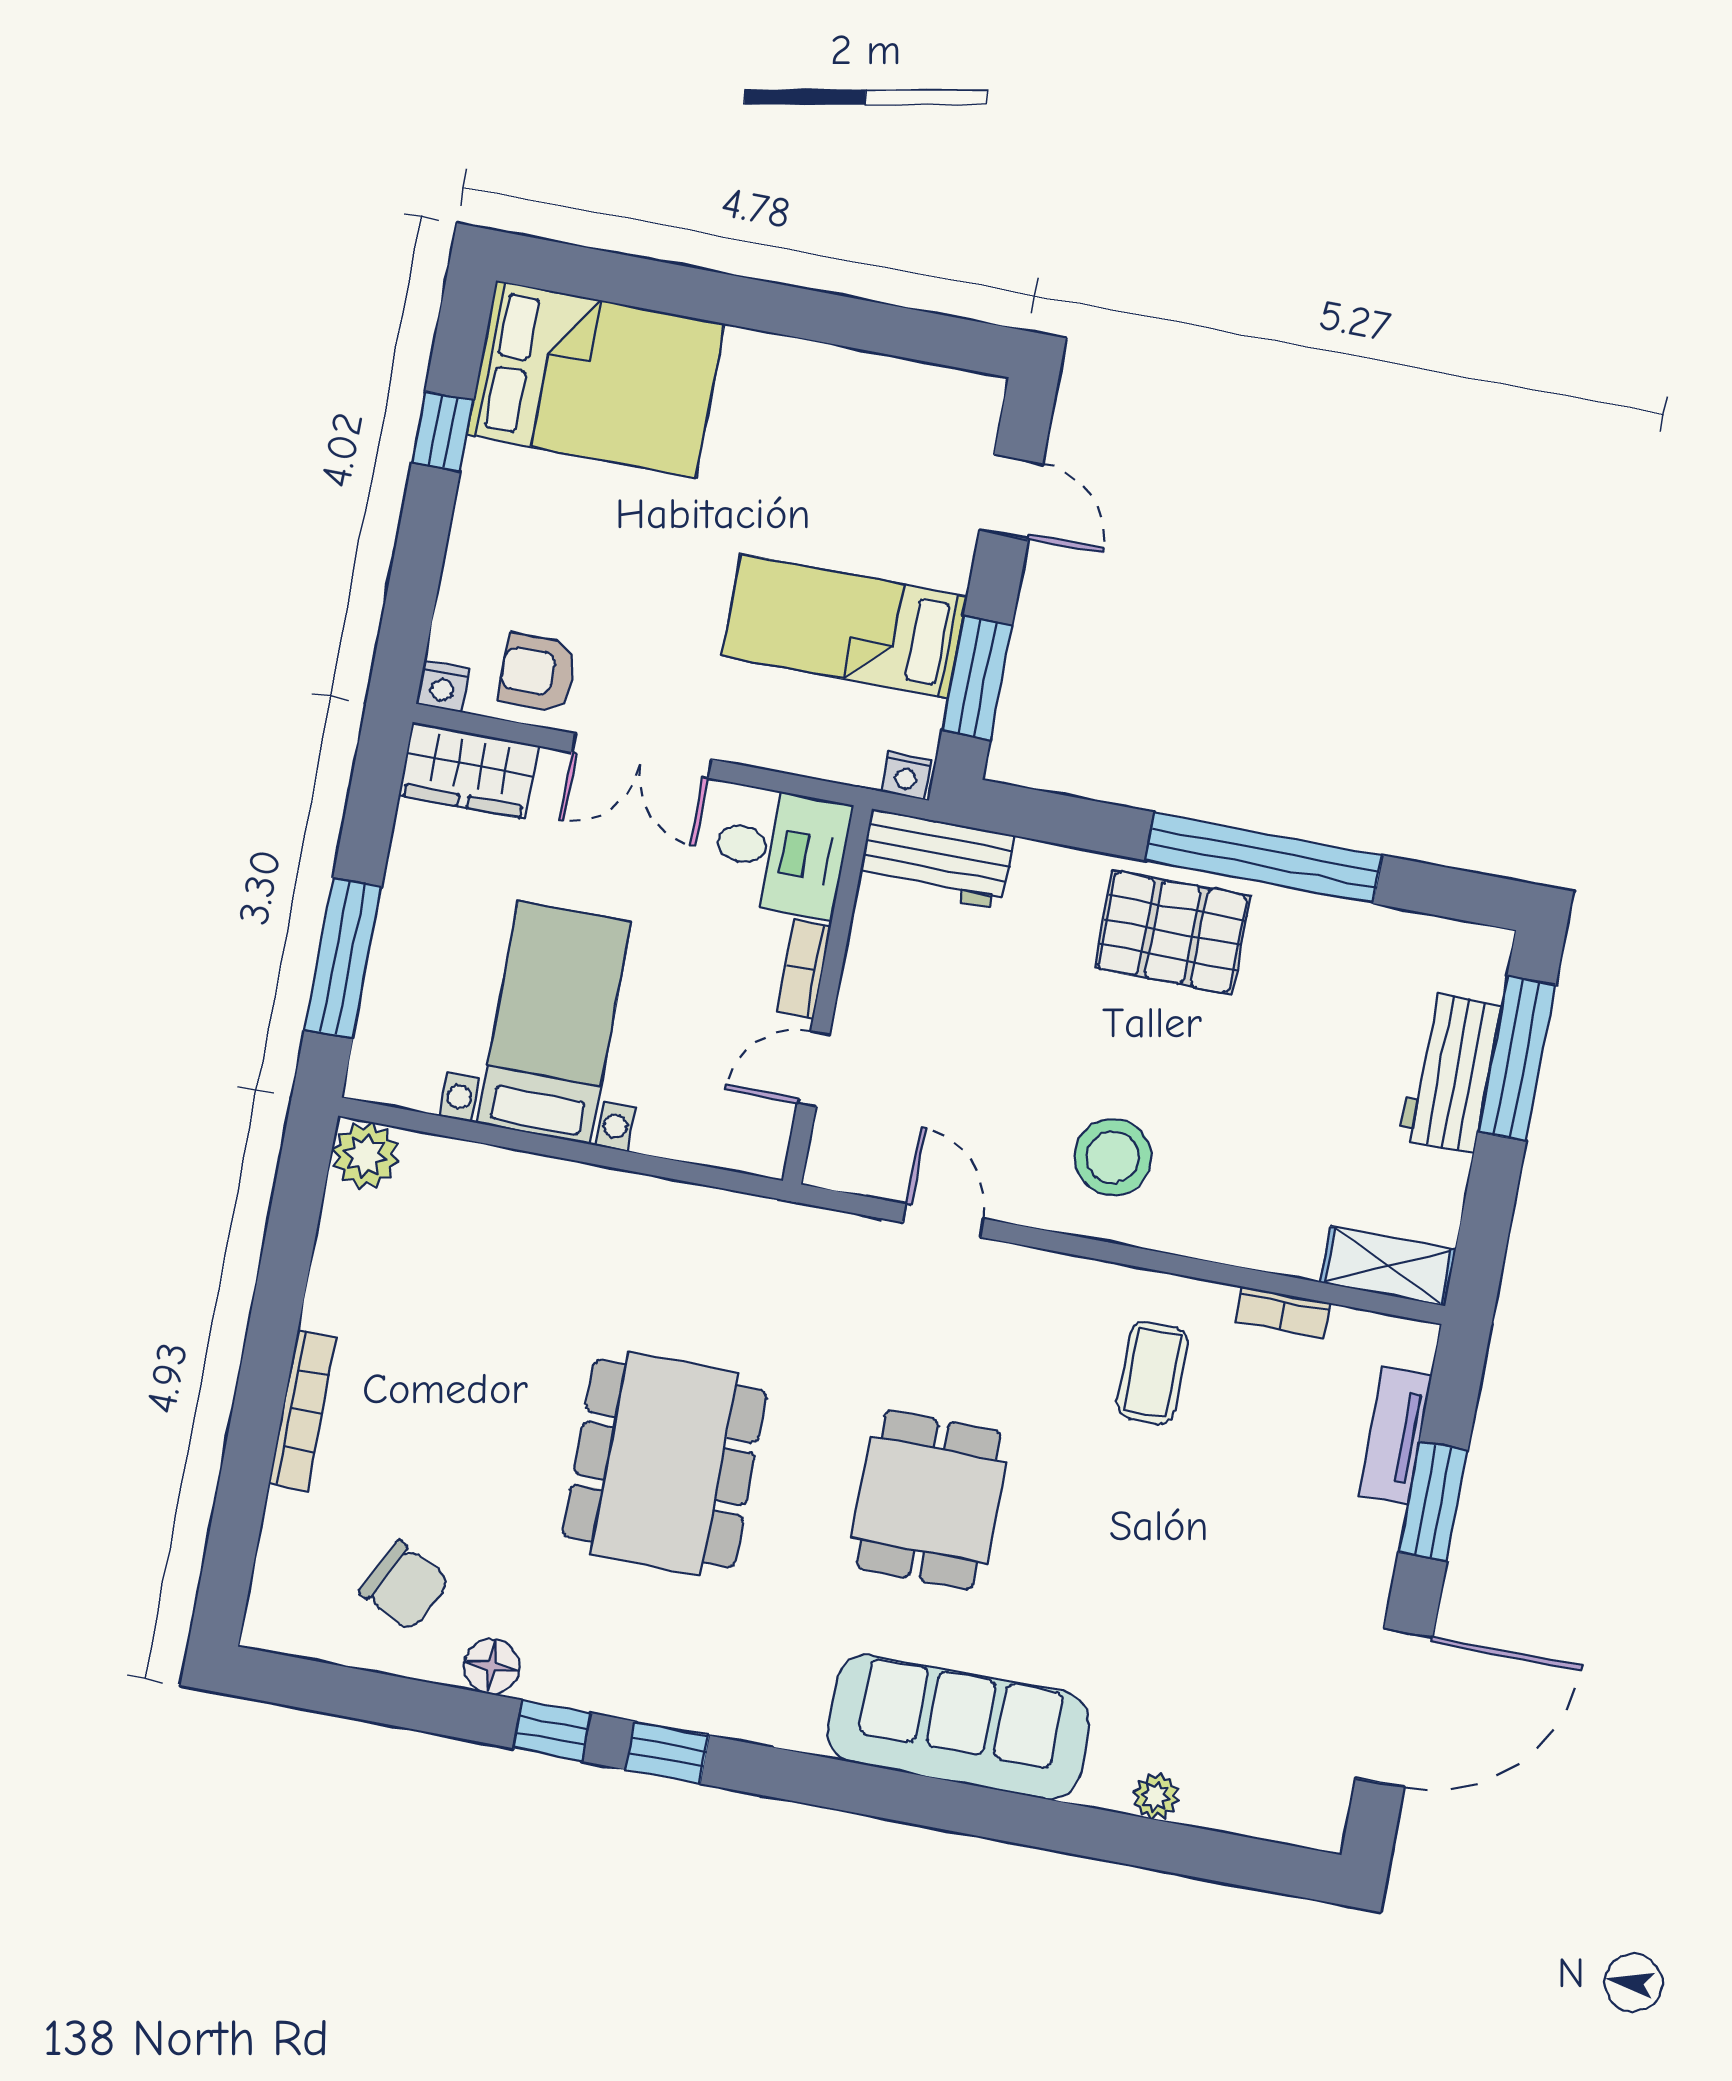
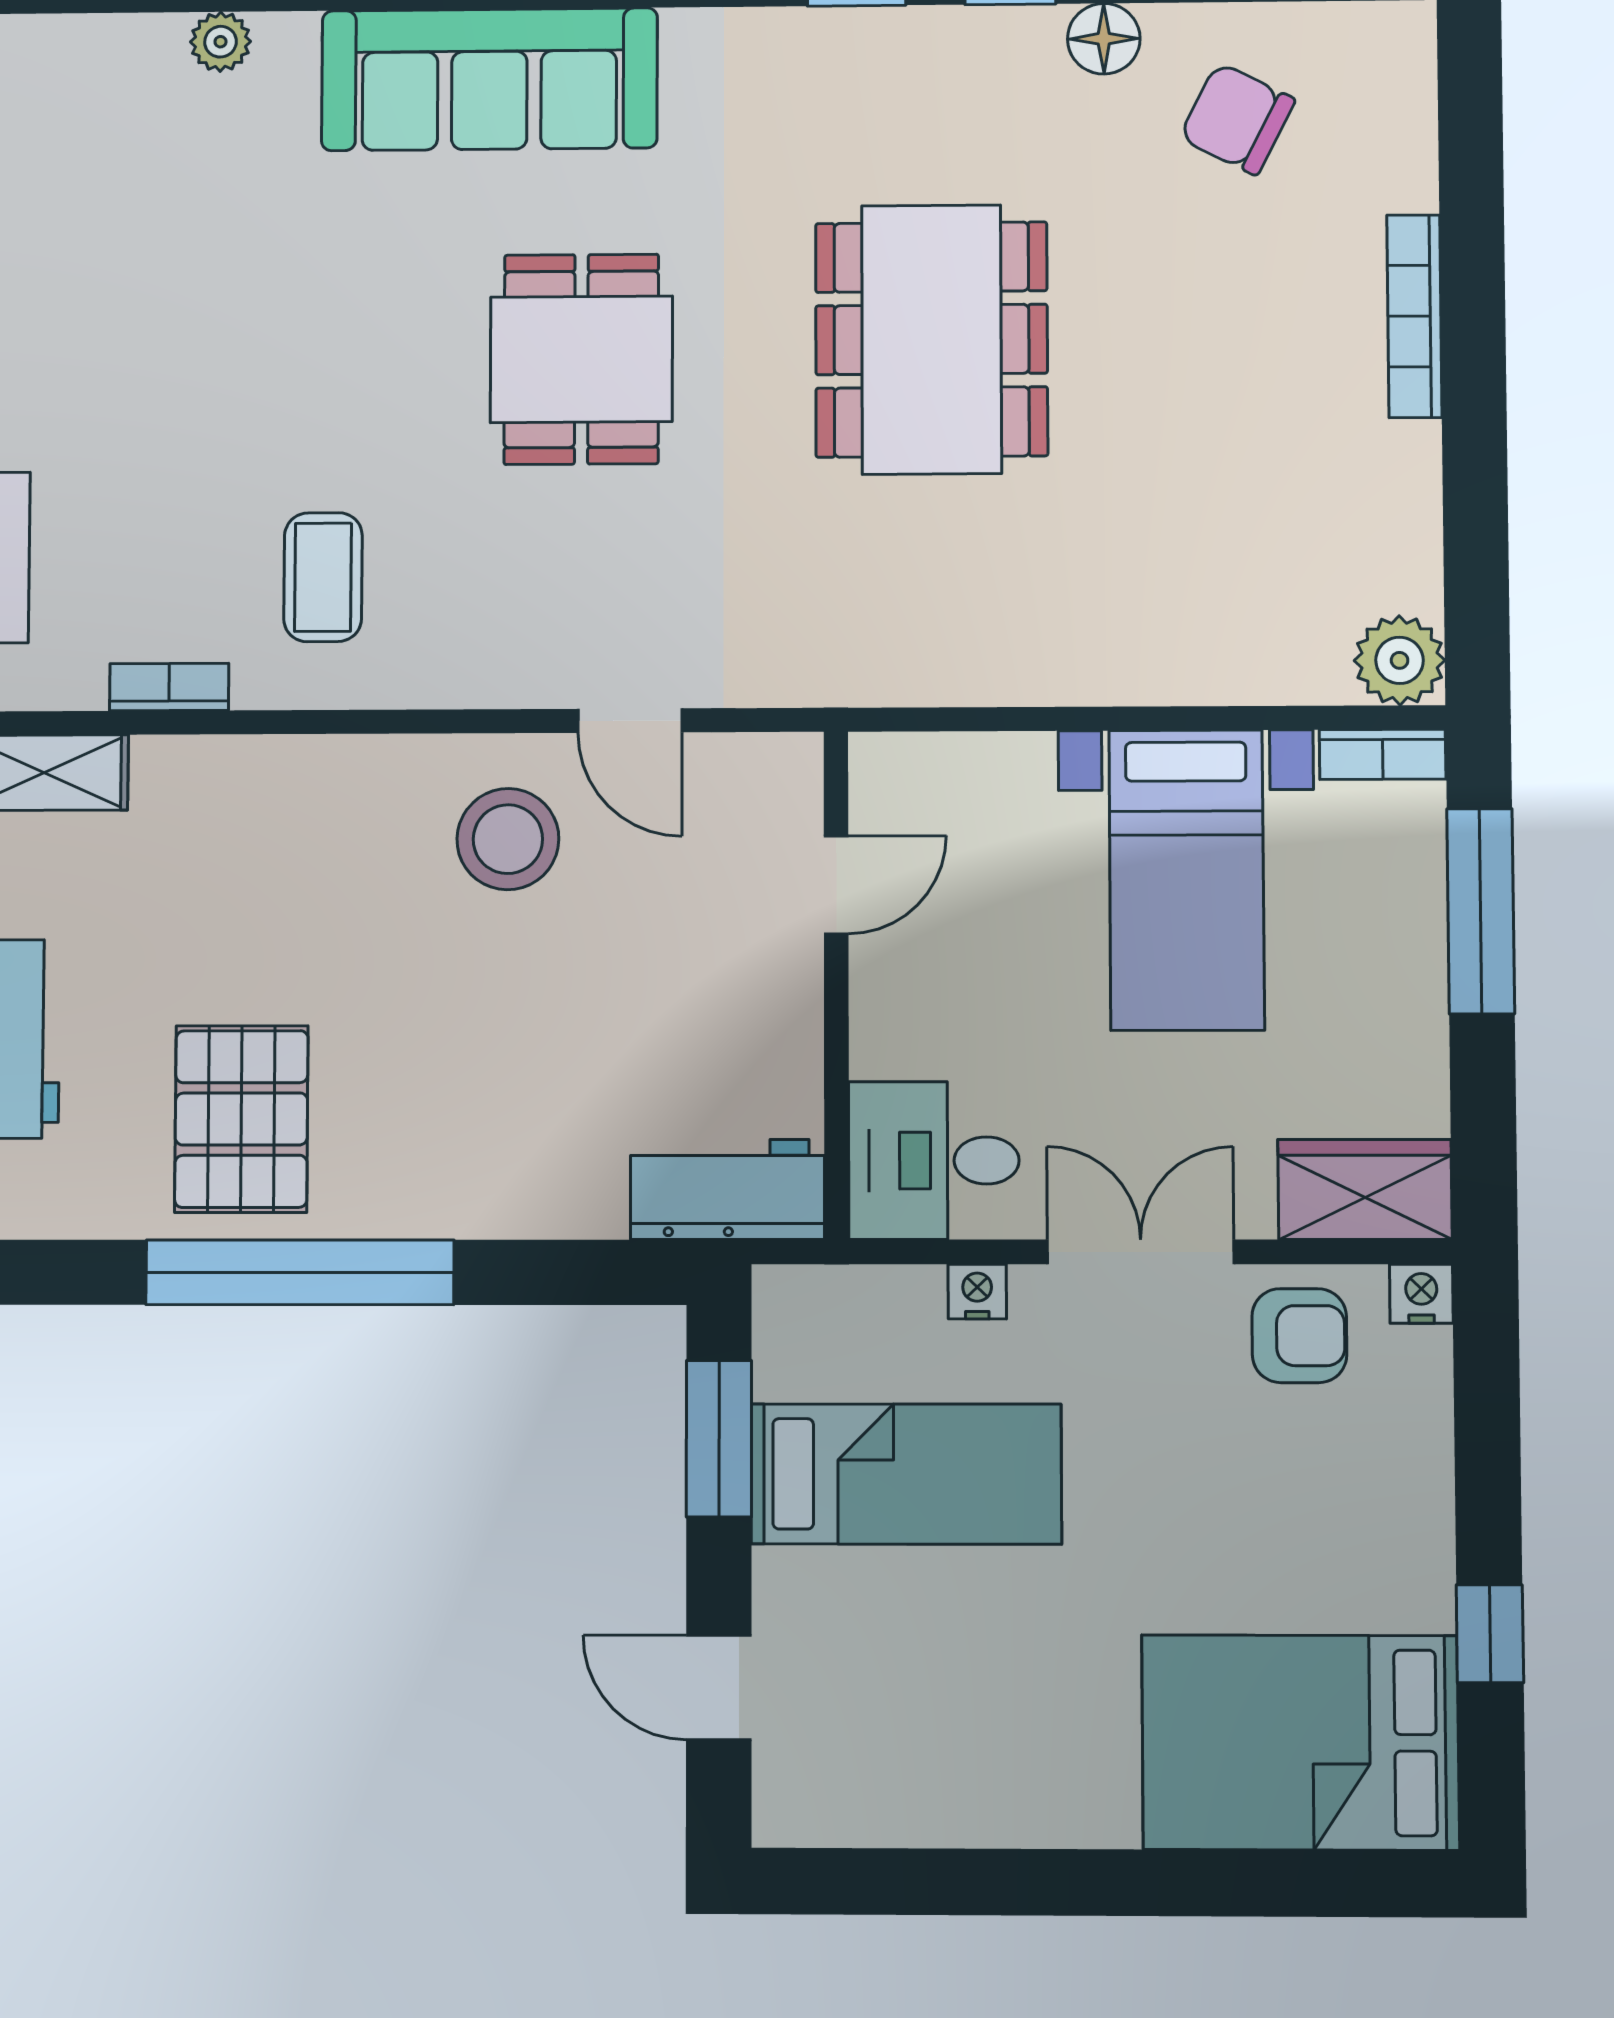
nightstand: (906, 776) -> (977, 1292), moved
pallet: (1172, 932) -> (241, 1119), moved, turned 90
bookcase: (804, 969) -> (1383, 754), moved, turned 90
stool: (1113, 1157) -> (508, 839), moved

